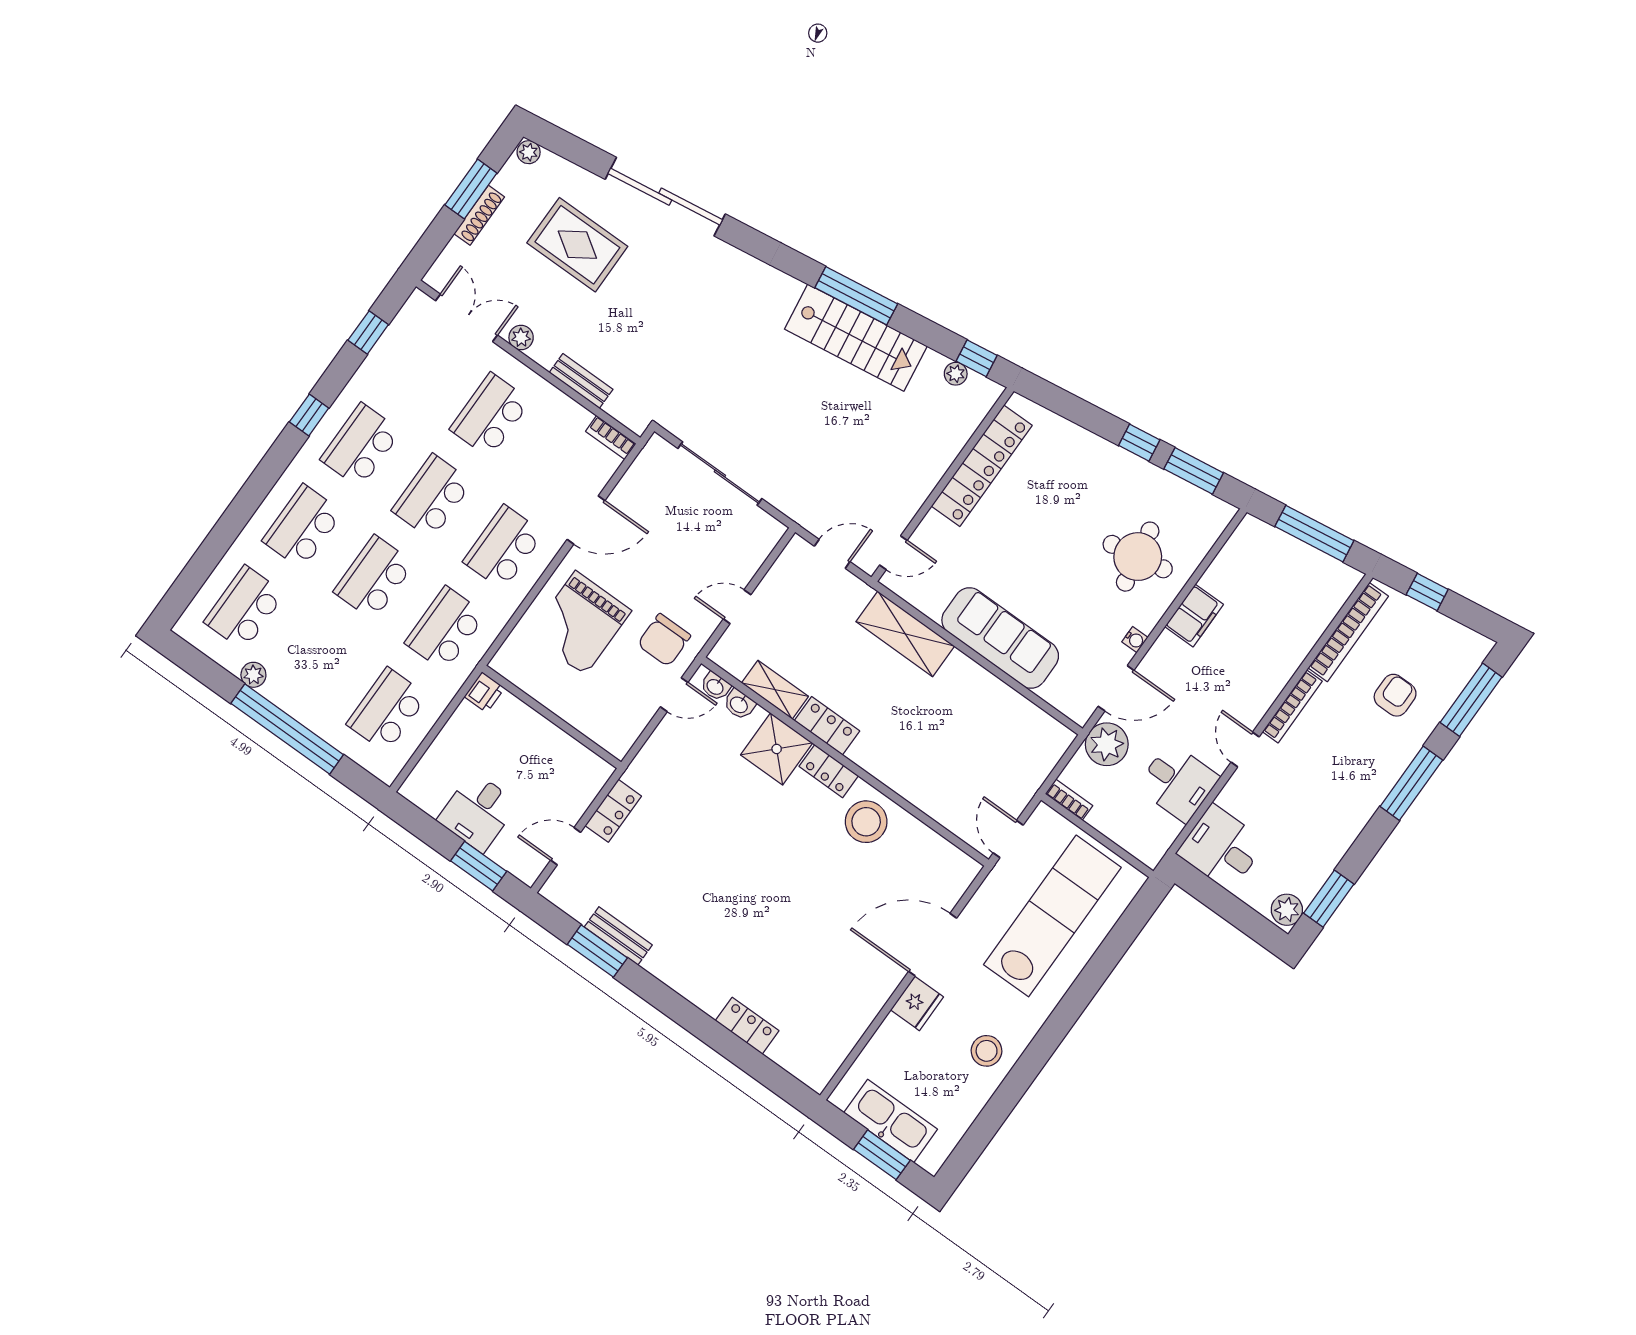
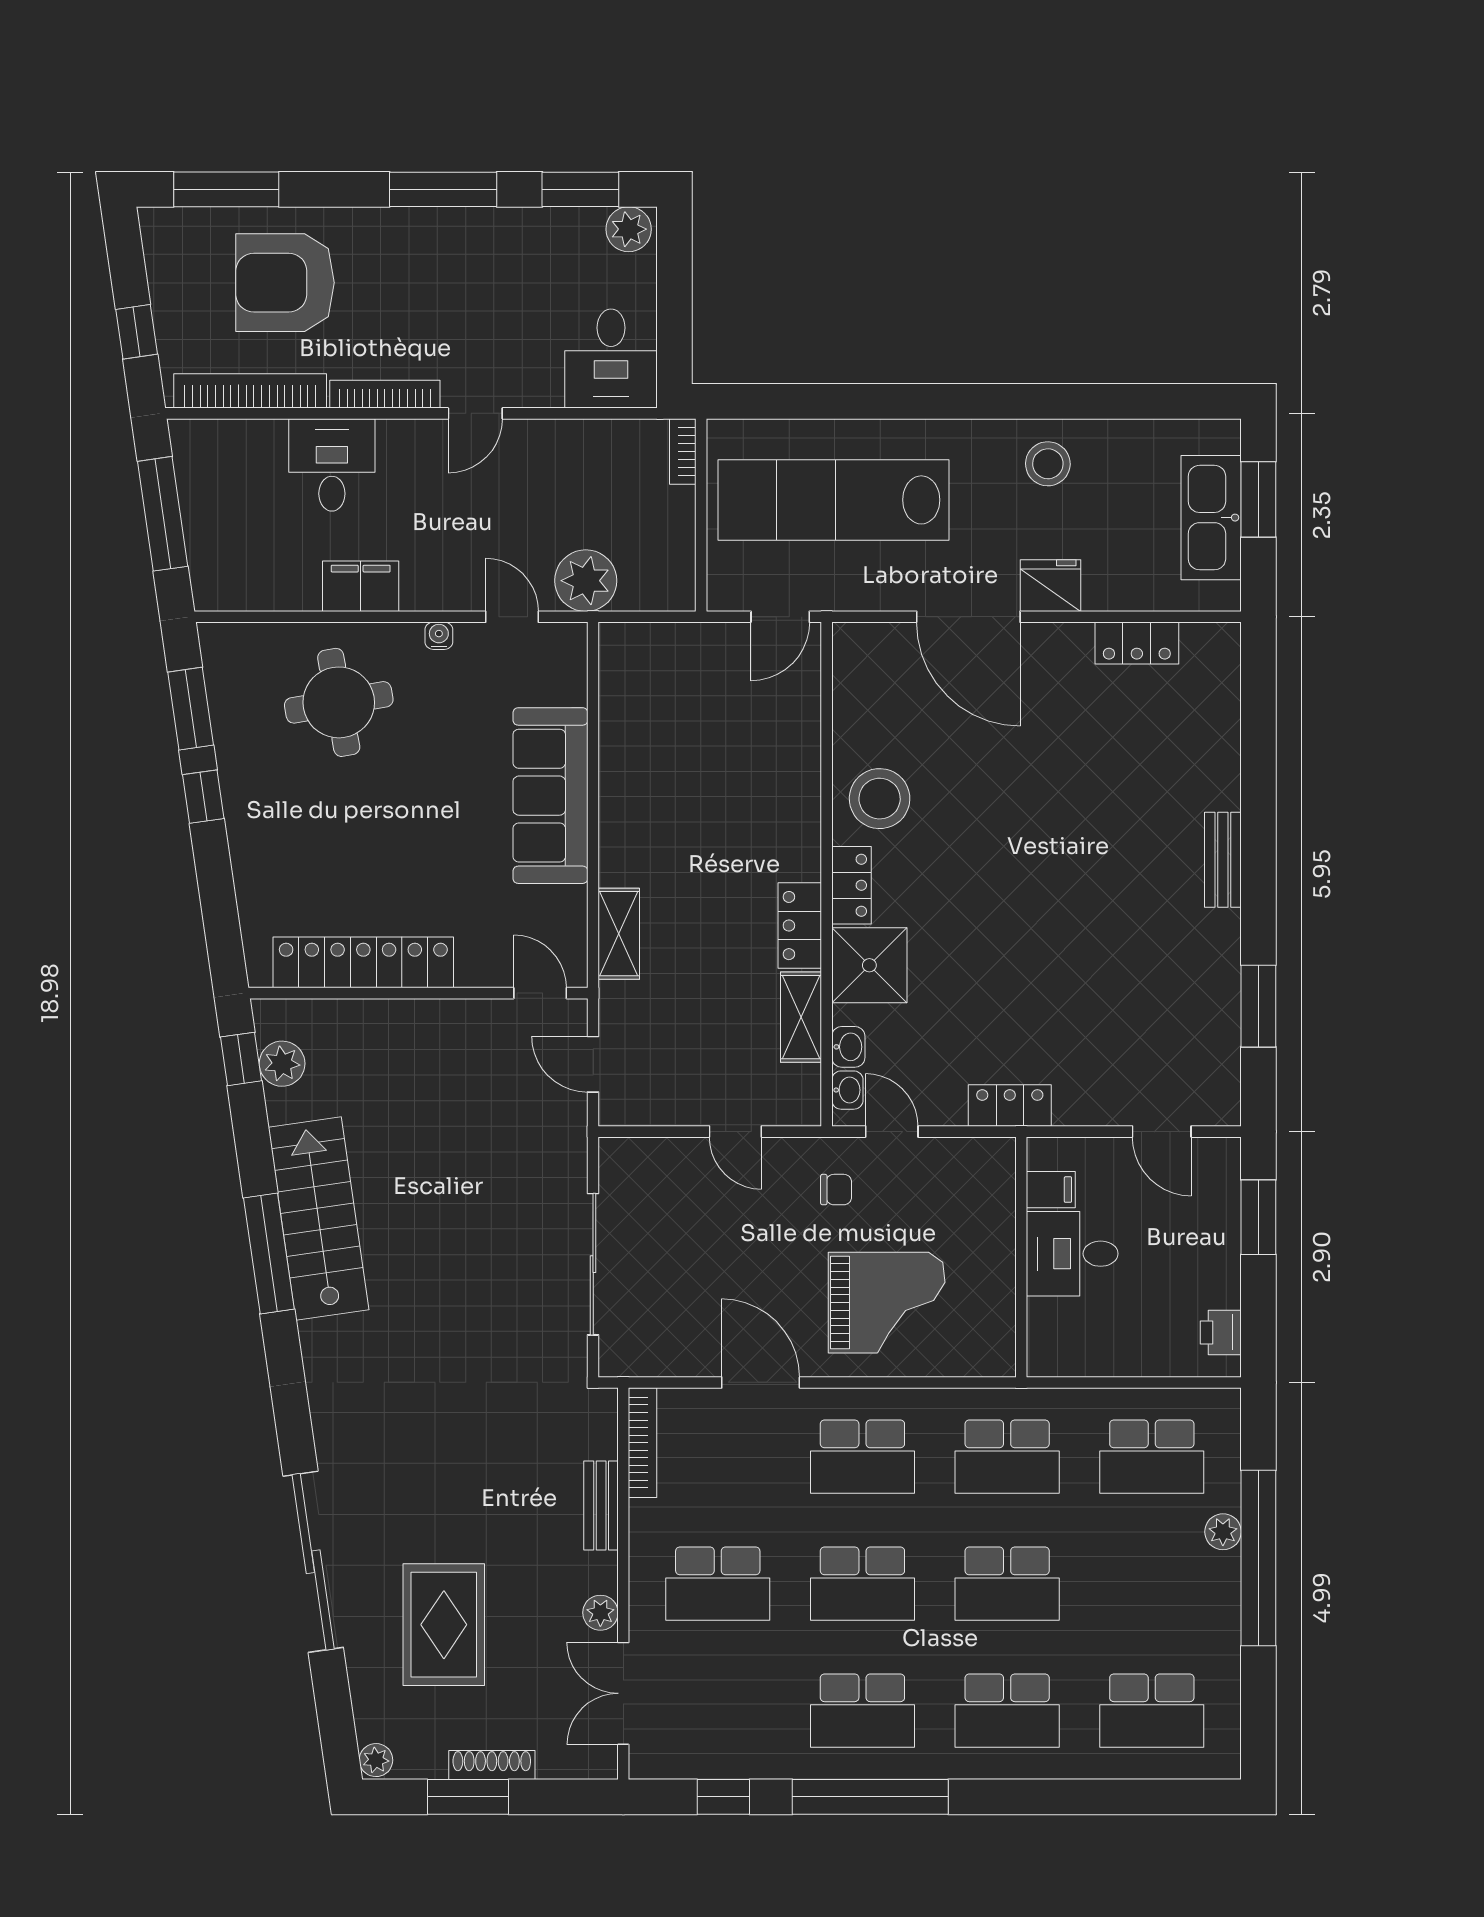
plant: (956, 374) -> (282, 1064), width x1.38, depth x1.38
window: (309, 415) -> (870, 1797), width x3.17
bookcase: (611, 438) -> (643, 1443), width x1.56
shelving: (905, 634) -> (619, 934), width x0.67, depth x0.75
chair: (664, 640) -> (836, 1190), width x0.54, depth x0.54
plant: (253, 675) -> (1223, 1532), moved
door: (1116, 688) -> (512, 617), width x0.73
printer: (484, 692) -> (1221, 1332), moved, turned -90
armchair: (1395, 695) -> (285, 283), width x1.88, depth x1.88
filing cabinet: (578, 761) -> (1051, 1190), added
desk: (1178, 782) -> (332, 465), moved
window: (1411, 783) -> (443, 189), moved
bookcase: (1069, 800) -> (683, 451), moved
locker: (613, 811) -> (1010, 1105), moved
desk: (478, 812) -> (1072, 1254), moved, turned 180
bench: (618, 936) -> (1223, 860), moved
locker: (747, 1026) -> (1137, 643), moved, turned -90

